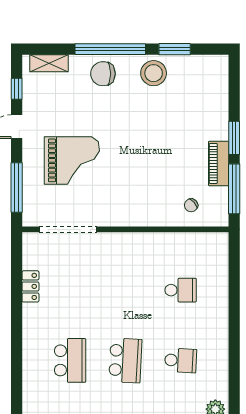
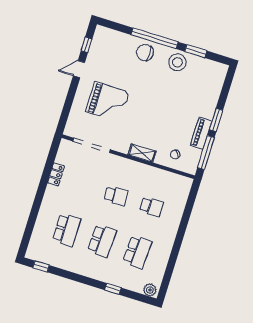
shelving: (49, 63) -> (142, 153), moved
window: (17, 187) -> (67, 108), removed
school desk: (125, 290) -> (116, 196), added
school desk: (181, 360) -> (137, 252), width x1.85

